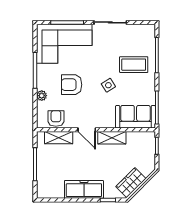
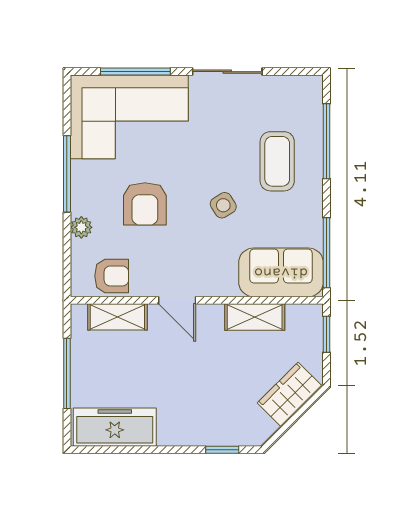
coffee table: (134, 65) -> (277, 161), turned 90
armchair: (72, 85) -> (145, 204), turned -90
armchair: (56, 118) -> (112, 276), turned 90
shelving: (112, 138) -> (255, 317), moved
wardrobe: (131, 183) -> (289, 394), moved
freezer: (84, 189) -> (115, 427), moved

